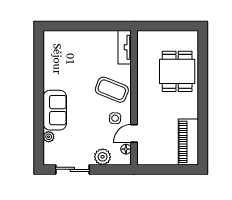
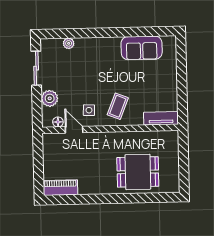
coffee table: (112, 90) -> (118, 106), width x0.73, depth x0.77
sofa: (55, 110) -> (142, 48), moved
piano: (188, 142) -> (60, 188), width x0.73, depth x0.75

